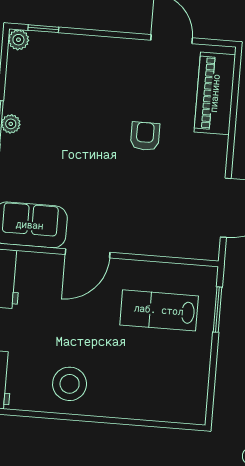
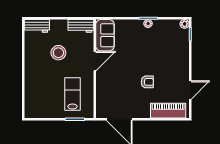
door: (88, 253) -> (95, 61), swing flipped
stool: (70, 384) -> (58, 53), moved

